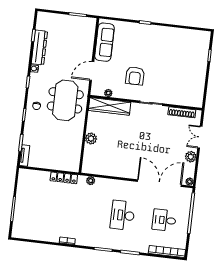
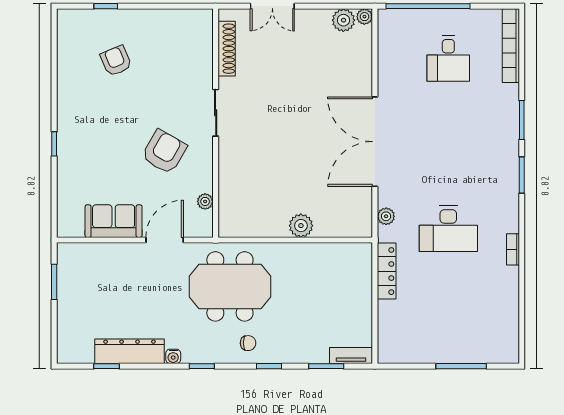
sofa: (105, 42) -> (114, 221), width x0.73
armchair: (182, 58) -> (116, 61), added
door: (92, 71) -> (165, 240), swing flipped
armchair: (135, 76) -> (164, 152), turned -60
wardrobe: (110, 106) -> (232, 196), removed
plant: (191, 157) -> (343, 20), moved
double door: (159, 183) -> (375, 142), moved
desk: (123, 215) -> (448, 229), moved

